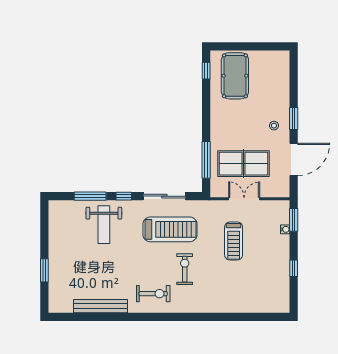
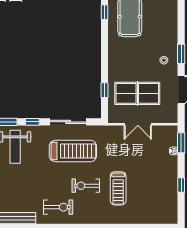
window: (206, 160) -> (105, 90), width x0.46
double door: (244, 199) -> (138, 124), swing flipped
treadmill: (234, 241) -> (118, 188), moved
exercise bike: (185, 269) -> (86, 186), turned -90

